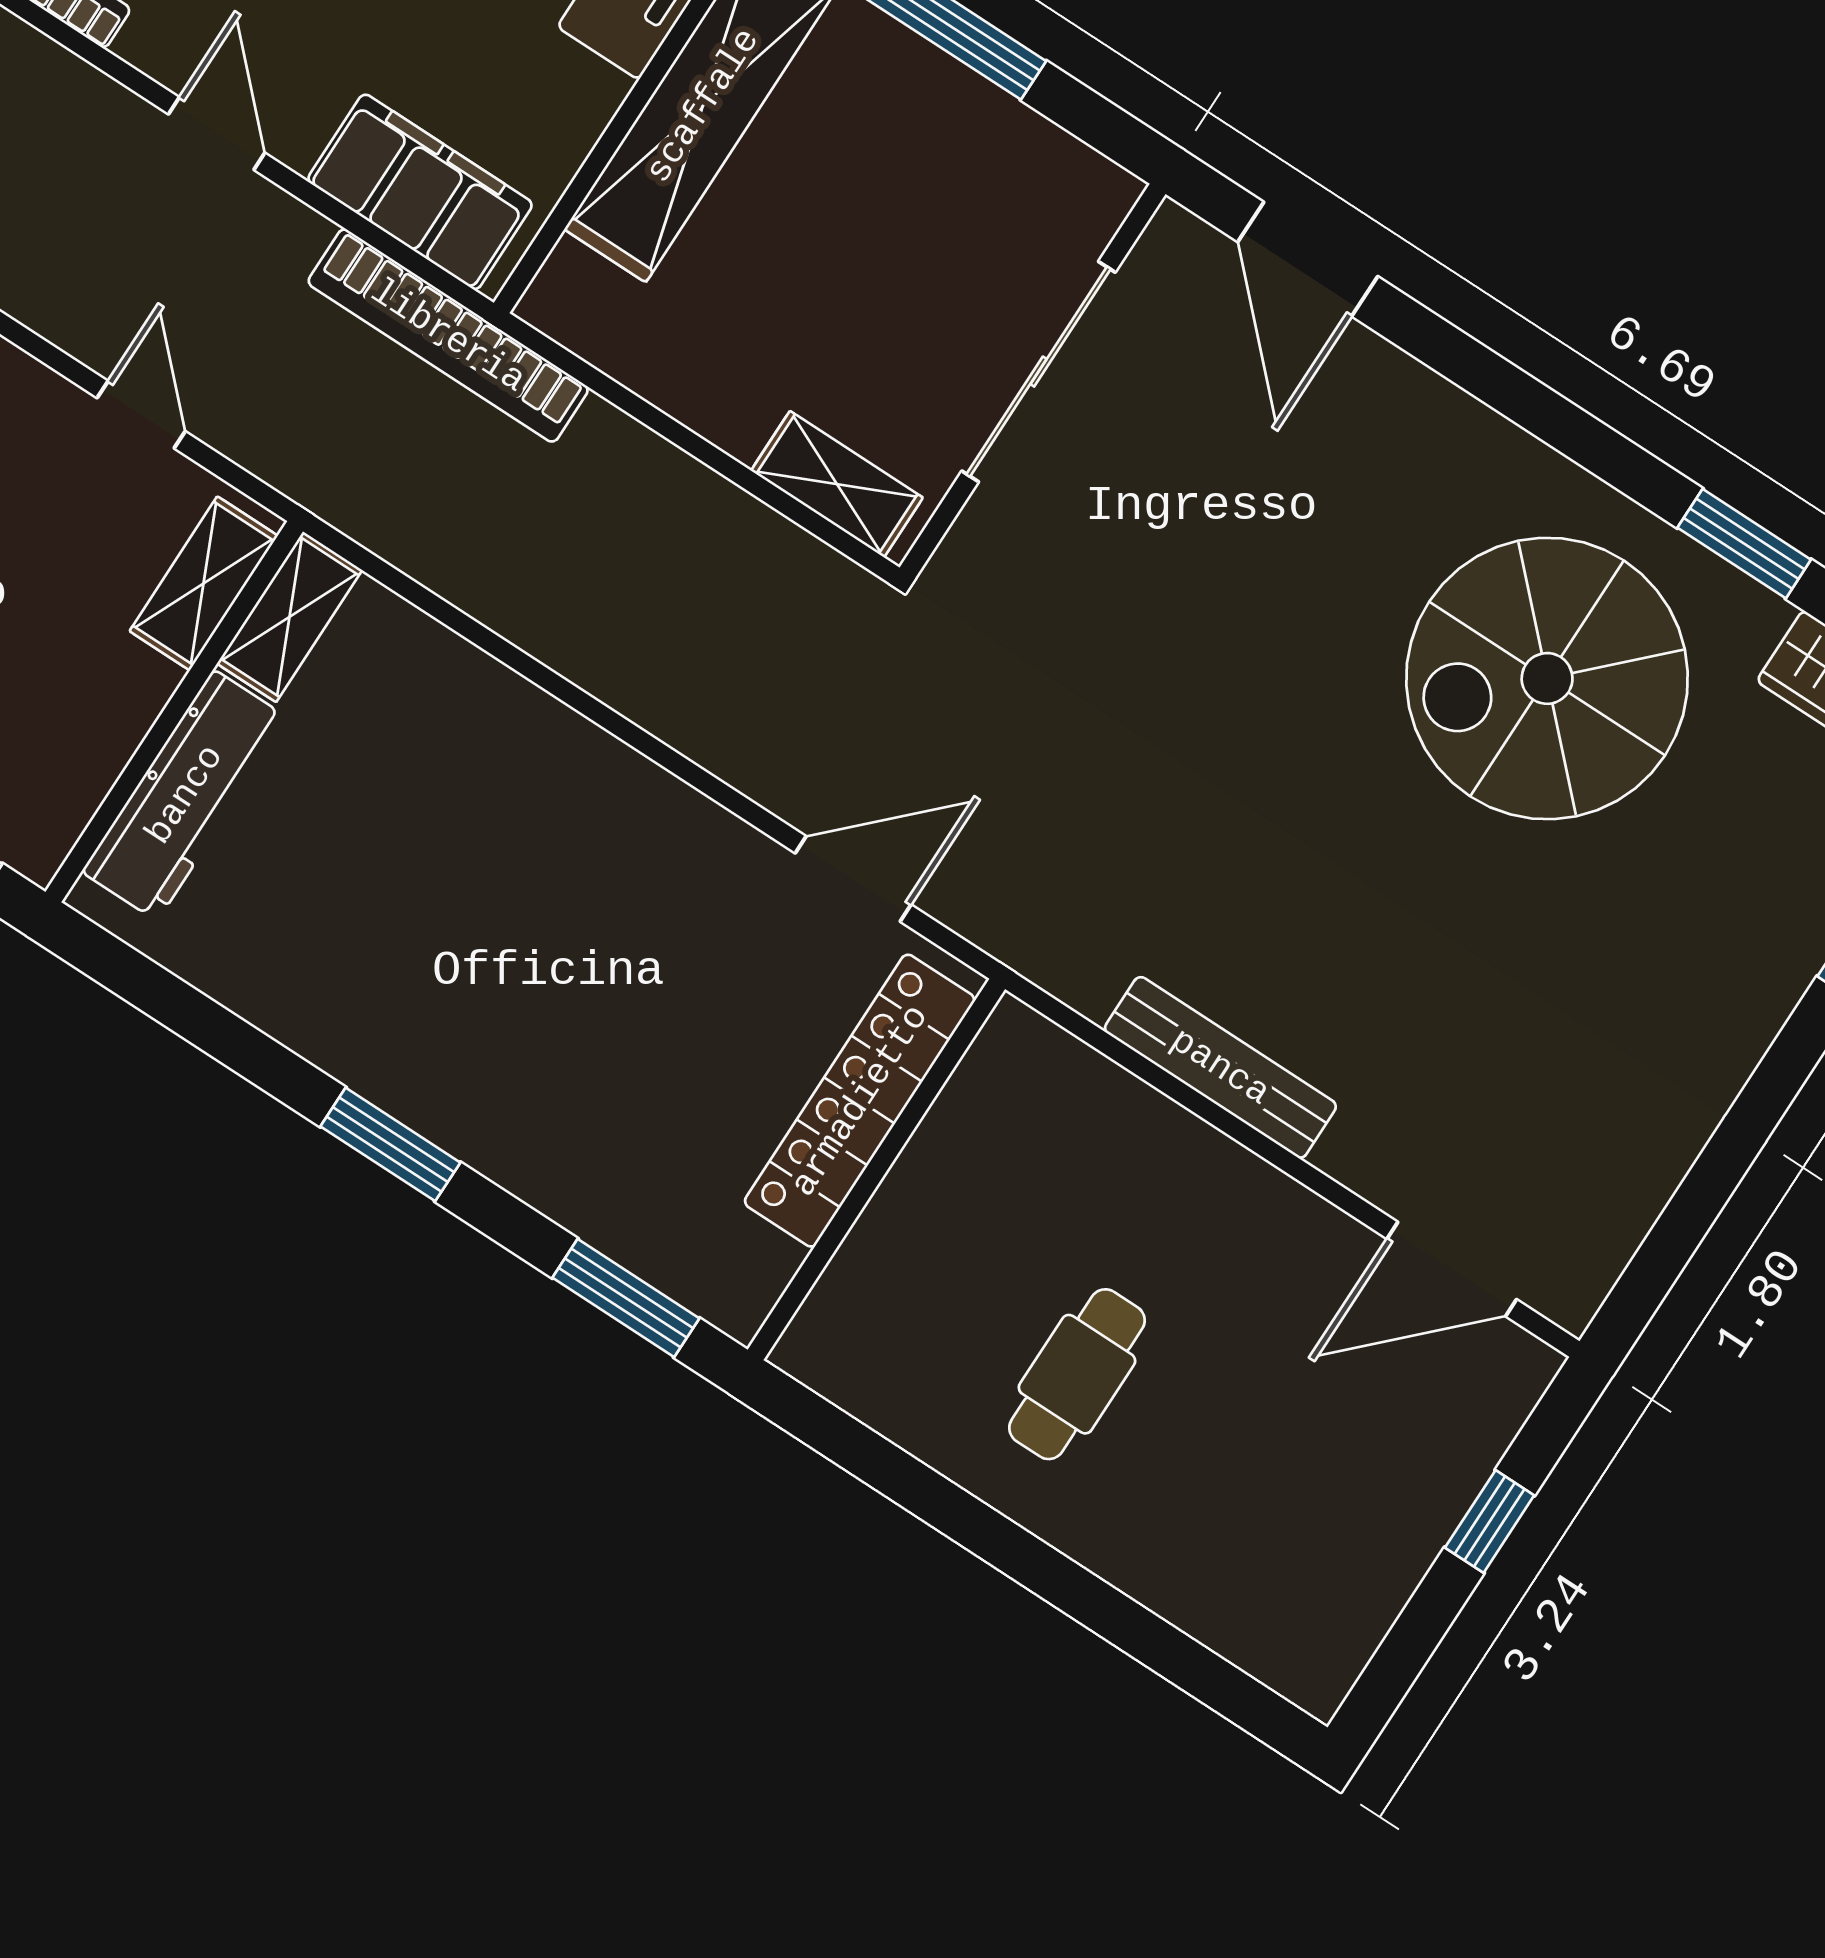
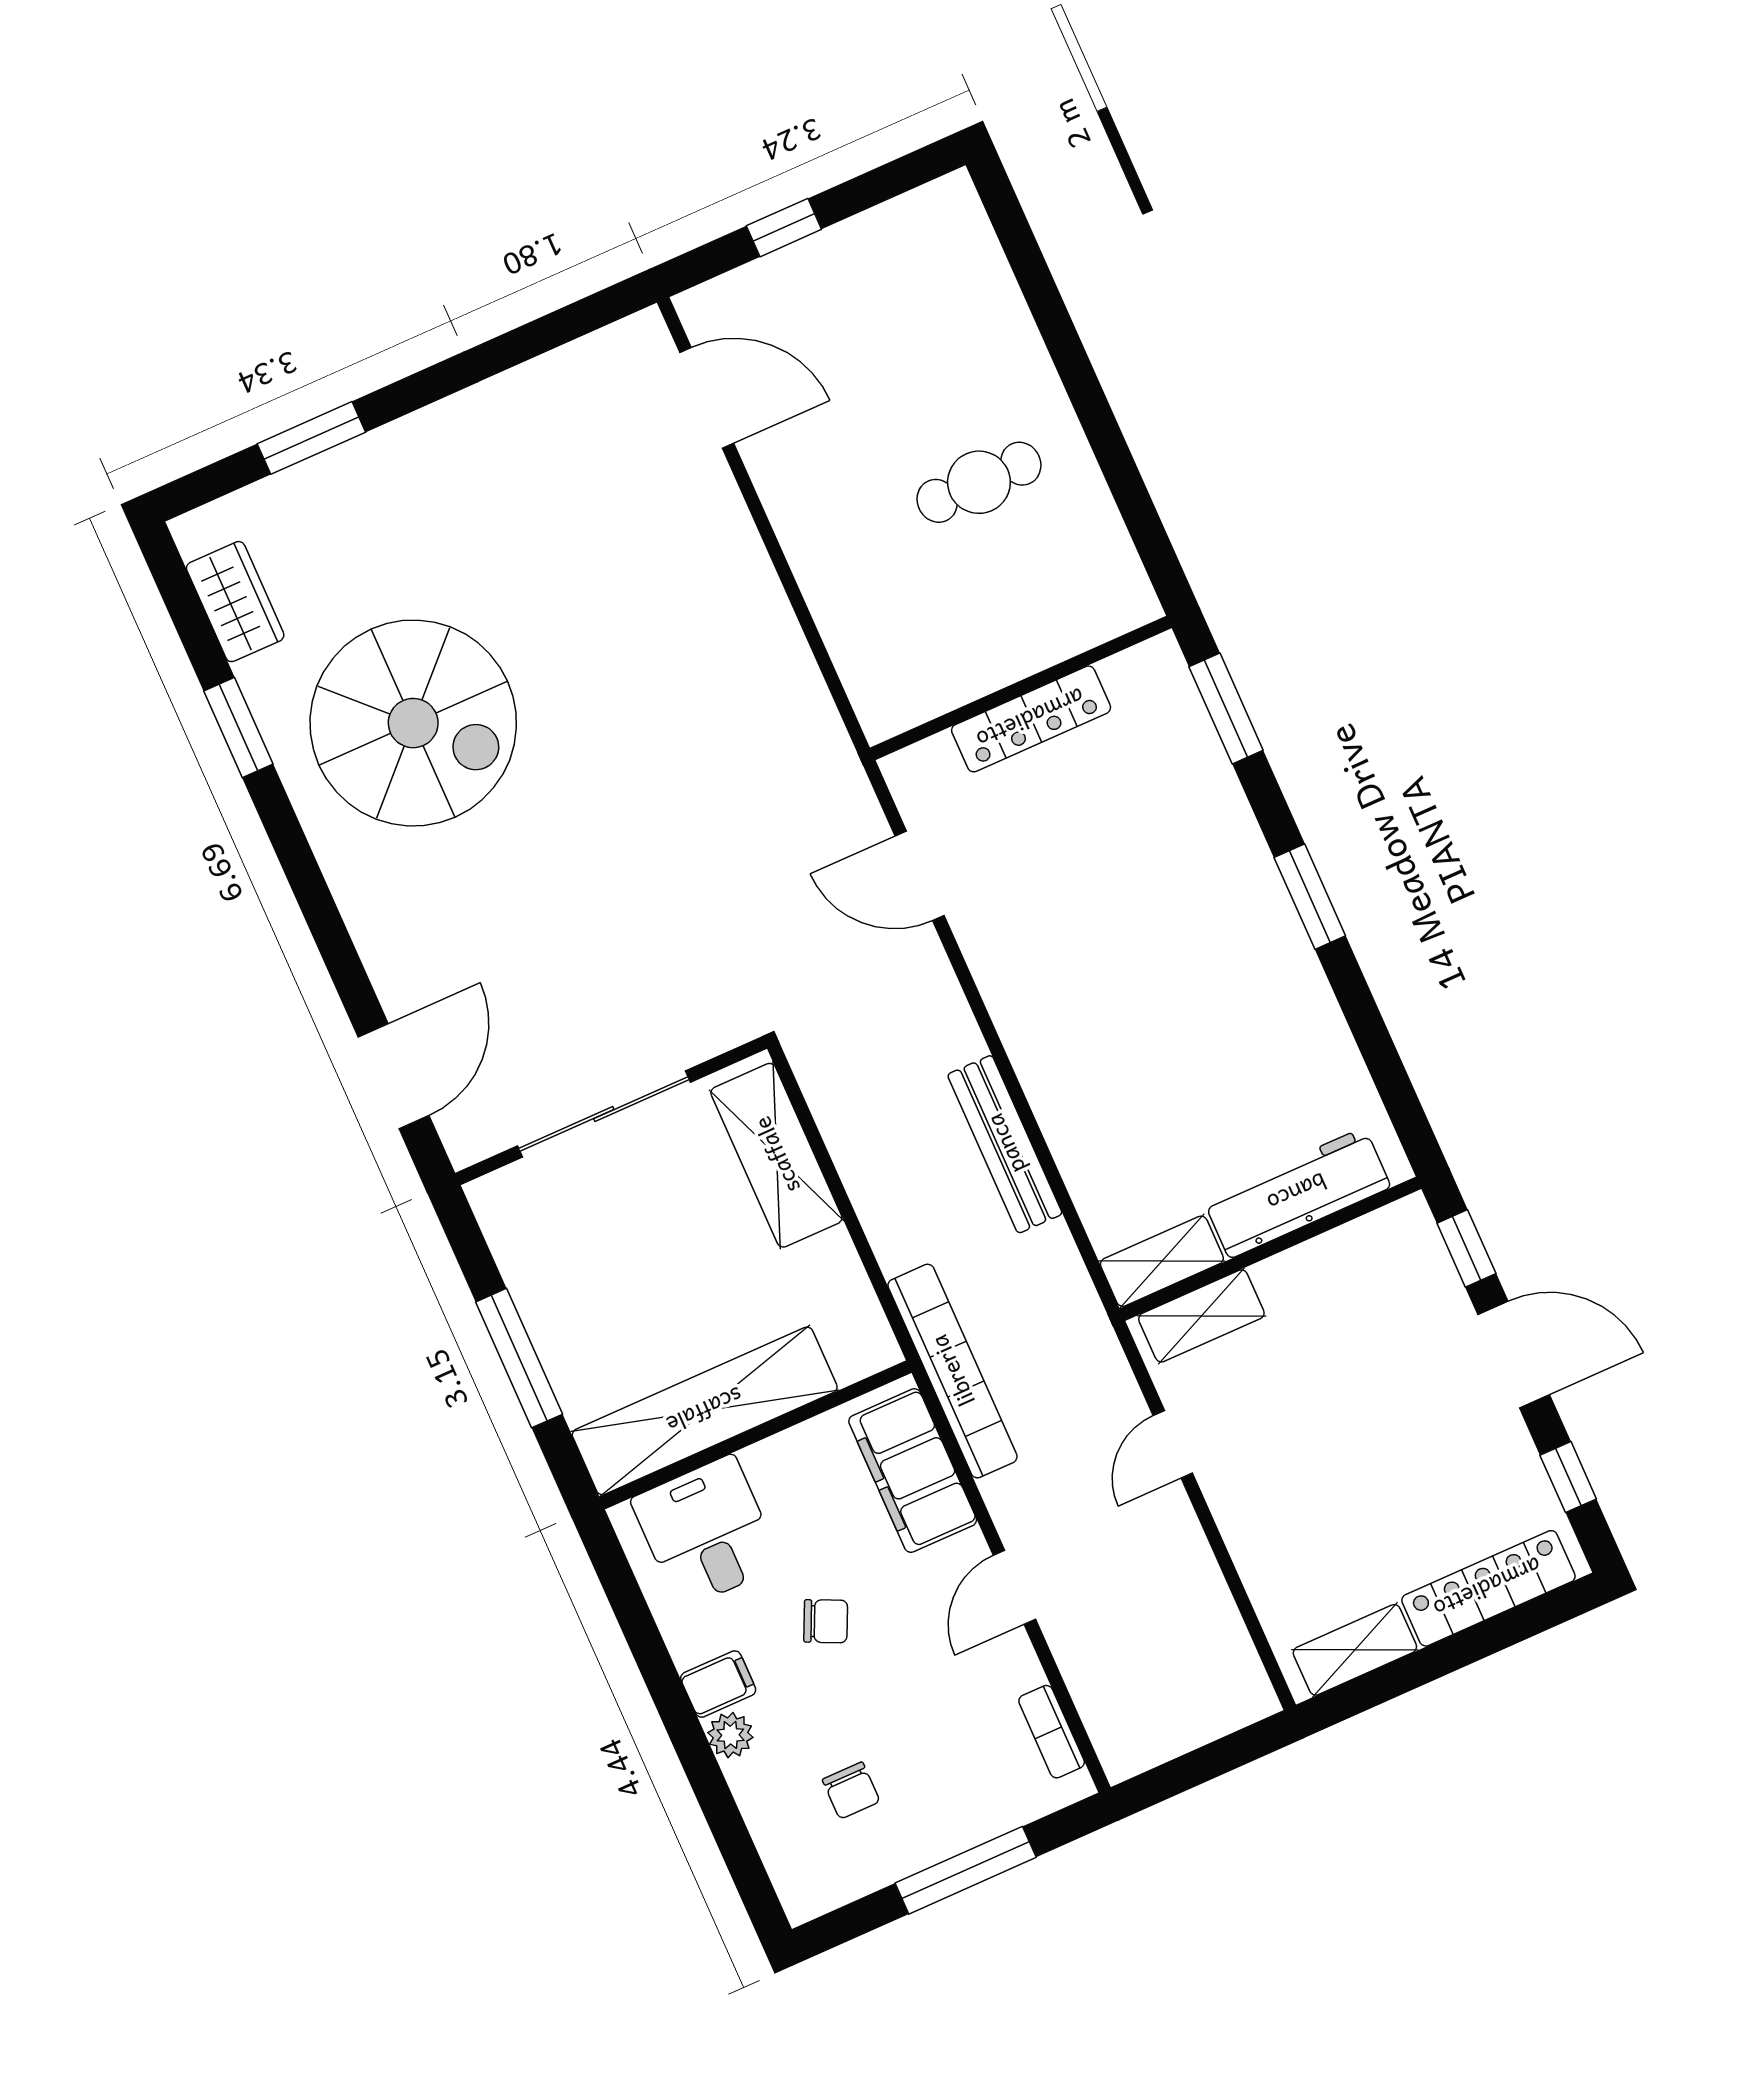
shelving: (837, 484) -> (776, 1155), width x1.50, depth x1.33
bench: (1220, 1067) -> (1005, 1144), moved
locker: (860, 1101) -> (1031, 719), width x0.71, depth x0.83

